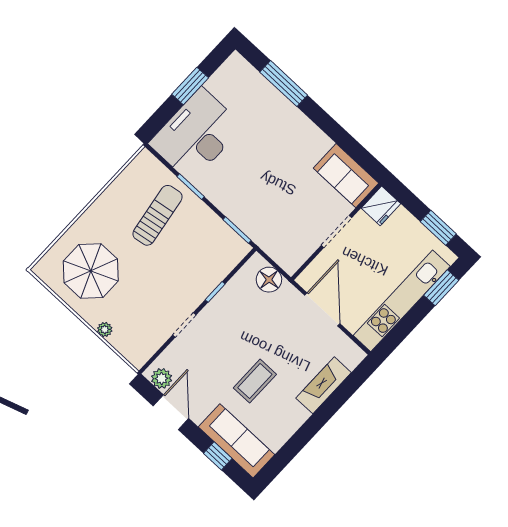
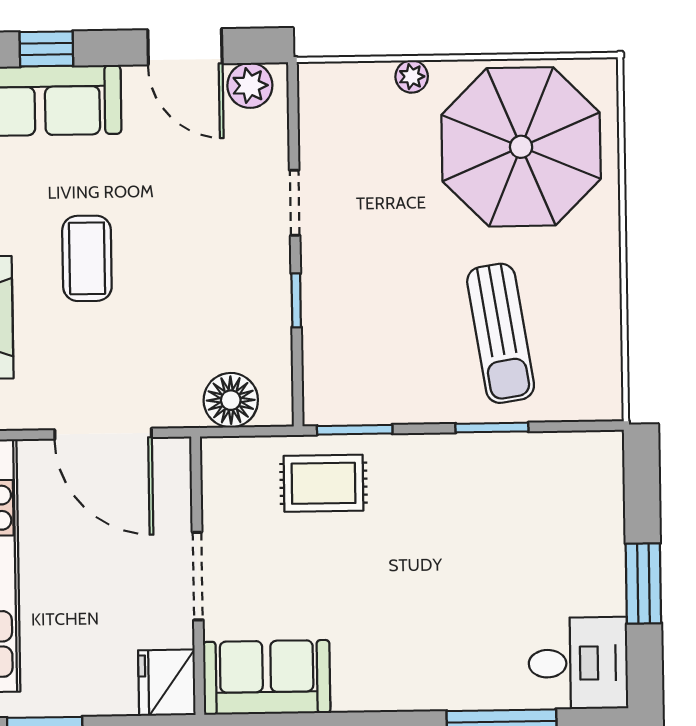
desk: (196, 135) -> (578, 663), moved, width x0.53, depth x0.77
rug: (265, 222) -> (324, 483), added
parasol: (91, 271) -> (521, 147), width x1.36, depth x1.36
coffee table: (255, 381) -> (87, 258), moved

